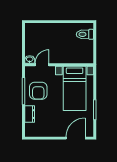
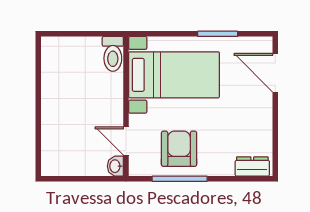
toilet: (85, 34) -> (113, 54), moved
armchair: (38, 91) -> (179, 149), turned -90
dresser: (30, 114) -> (252, 166), moved

